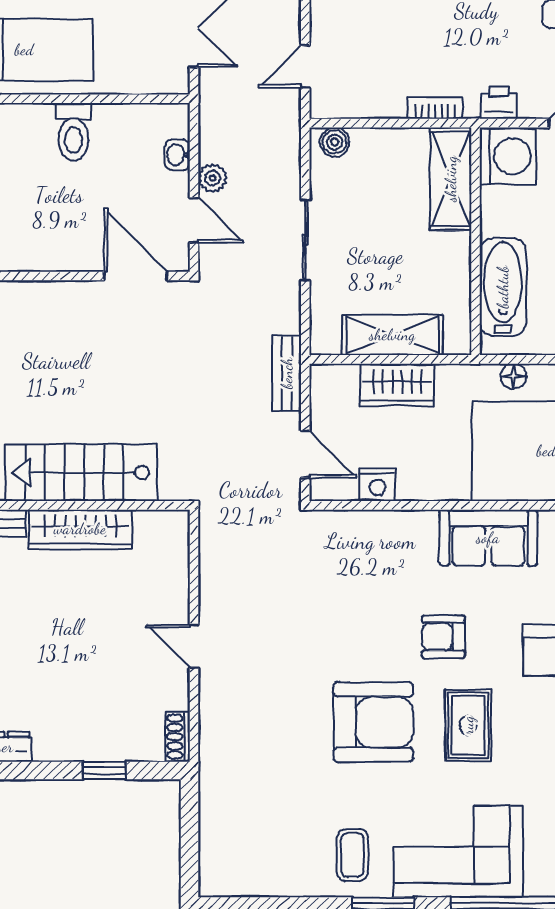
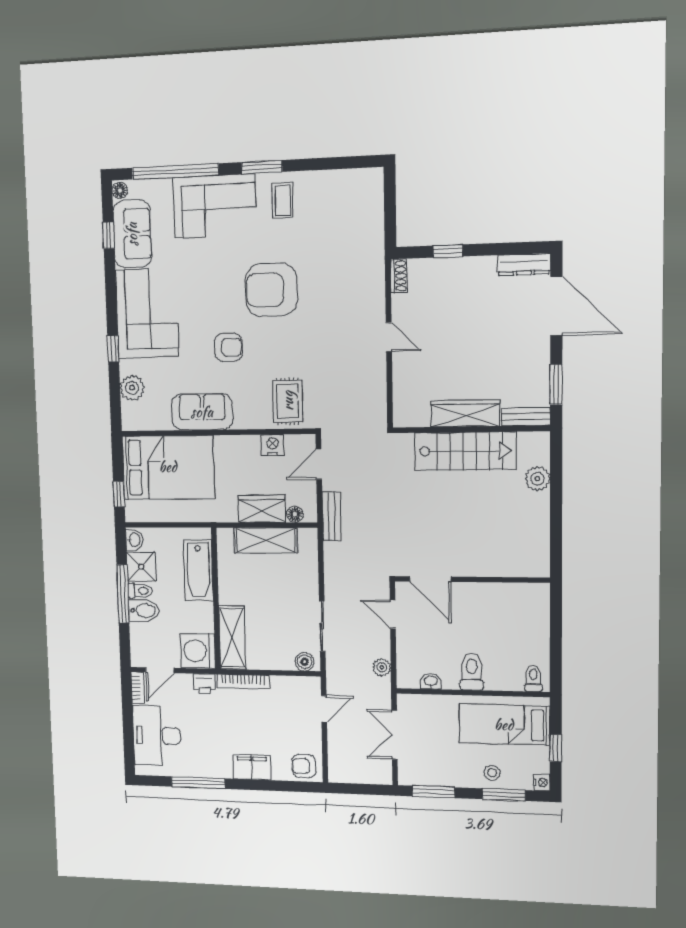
bookcase: (435, 108) -> (243, 681), width x1.56
washbasin: (177, 155) -> (431, 681), moved, turned -90
plant: (213, 178) -> (382, 667), moved
sliding door: (305, 240) -> (322, 626), moved
floor lamp: (513, 376) -> (295, 514), moved
door: (305, 454) -> (319, 464), hinge flipped
rug: (468, 725) -> (288, 401), moved

